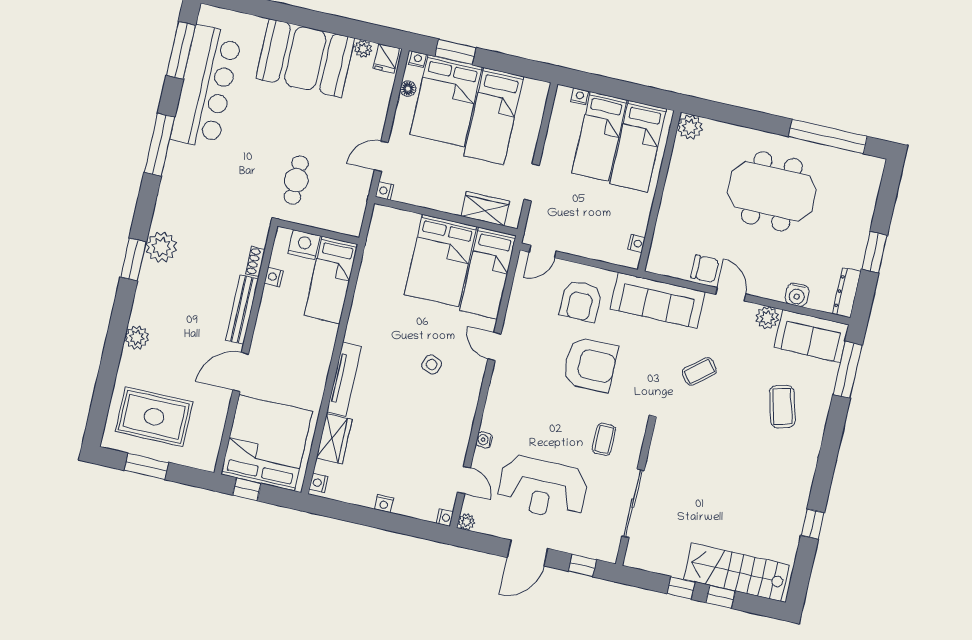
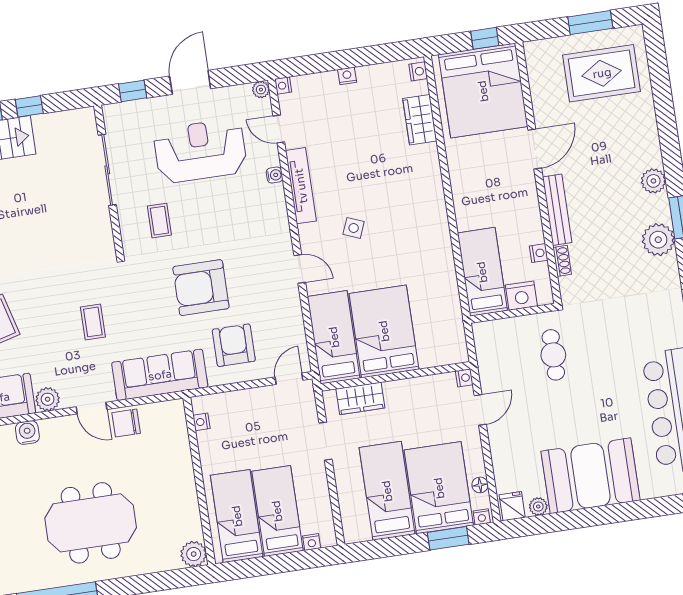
plant: (137, 337) -> (653, 181), moved
coffee table: (699, 371) -> (93, 322), turned -51
tv unit: (344, 379) -> (301, 186), moved, turned 180

